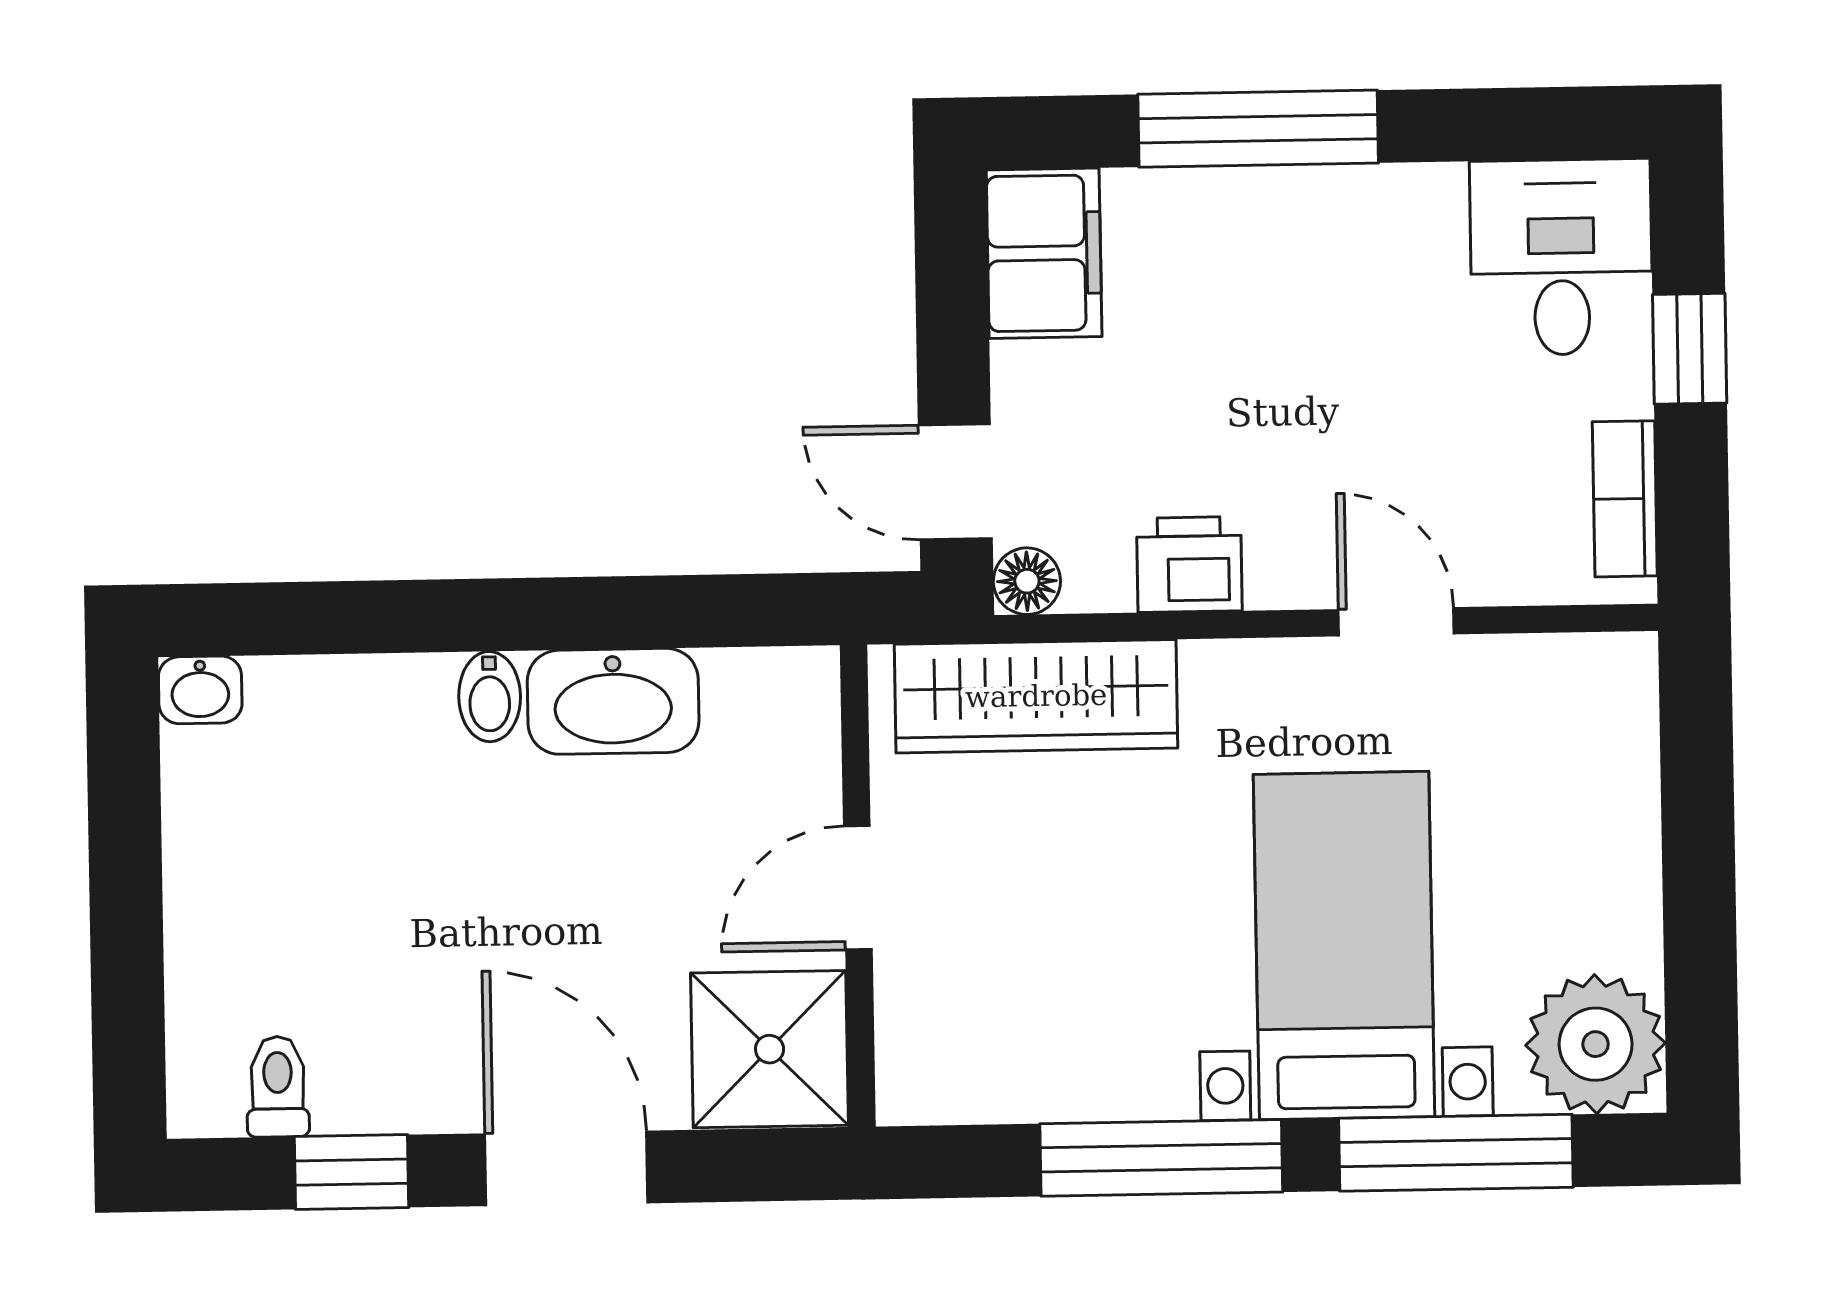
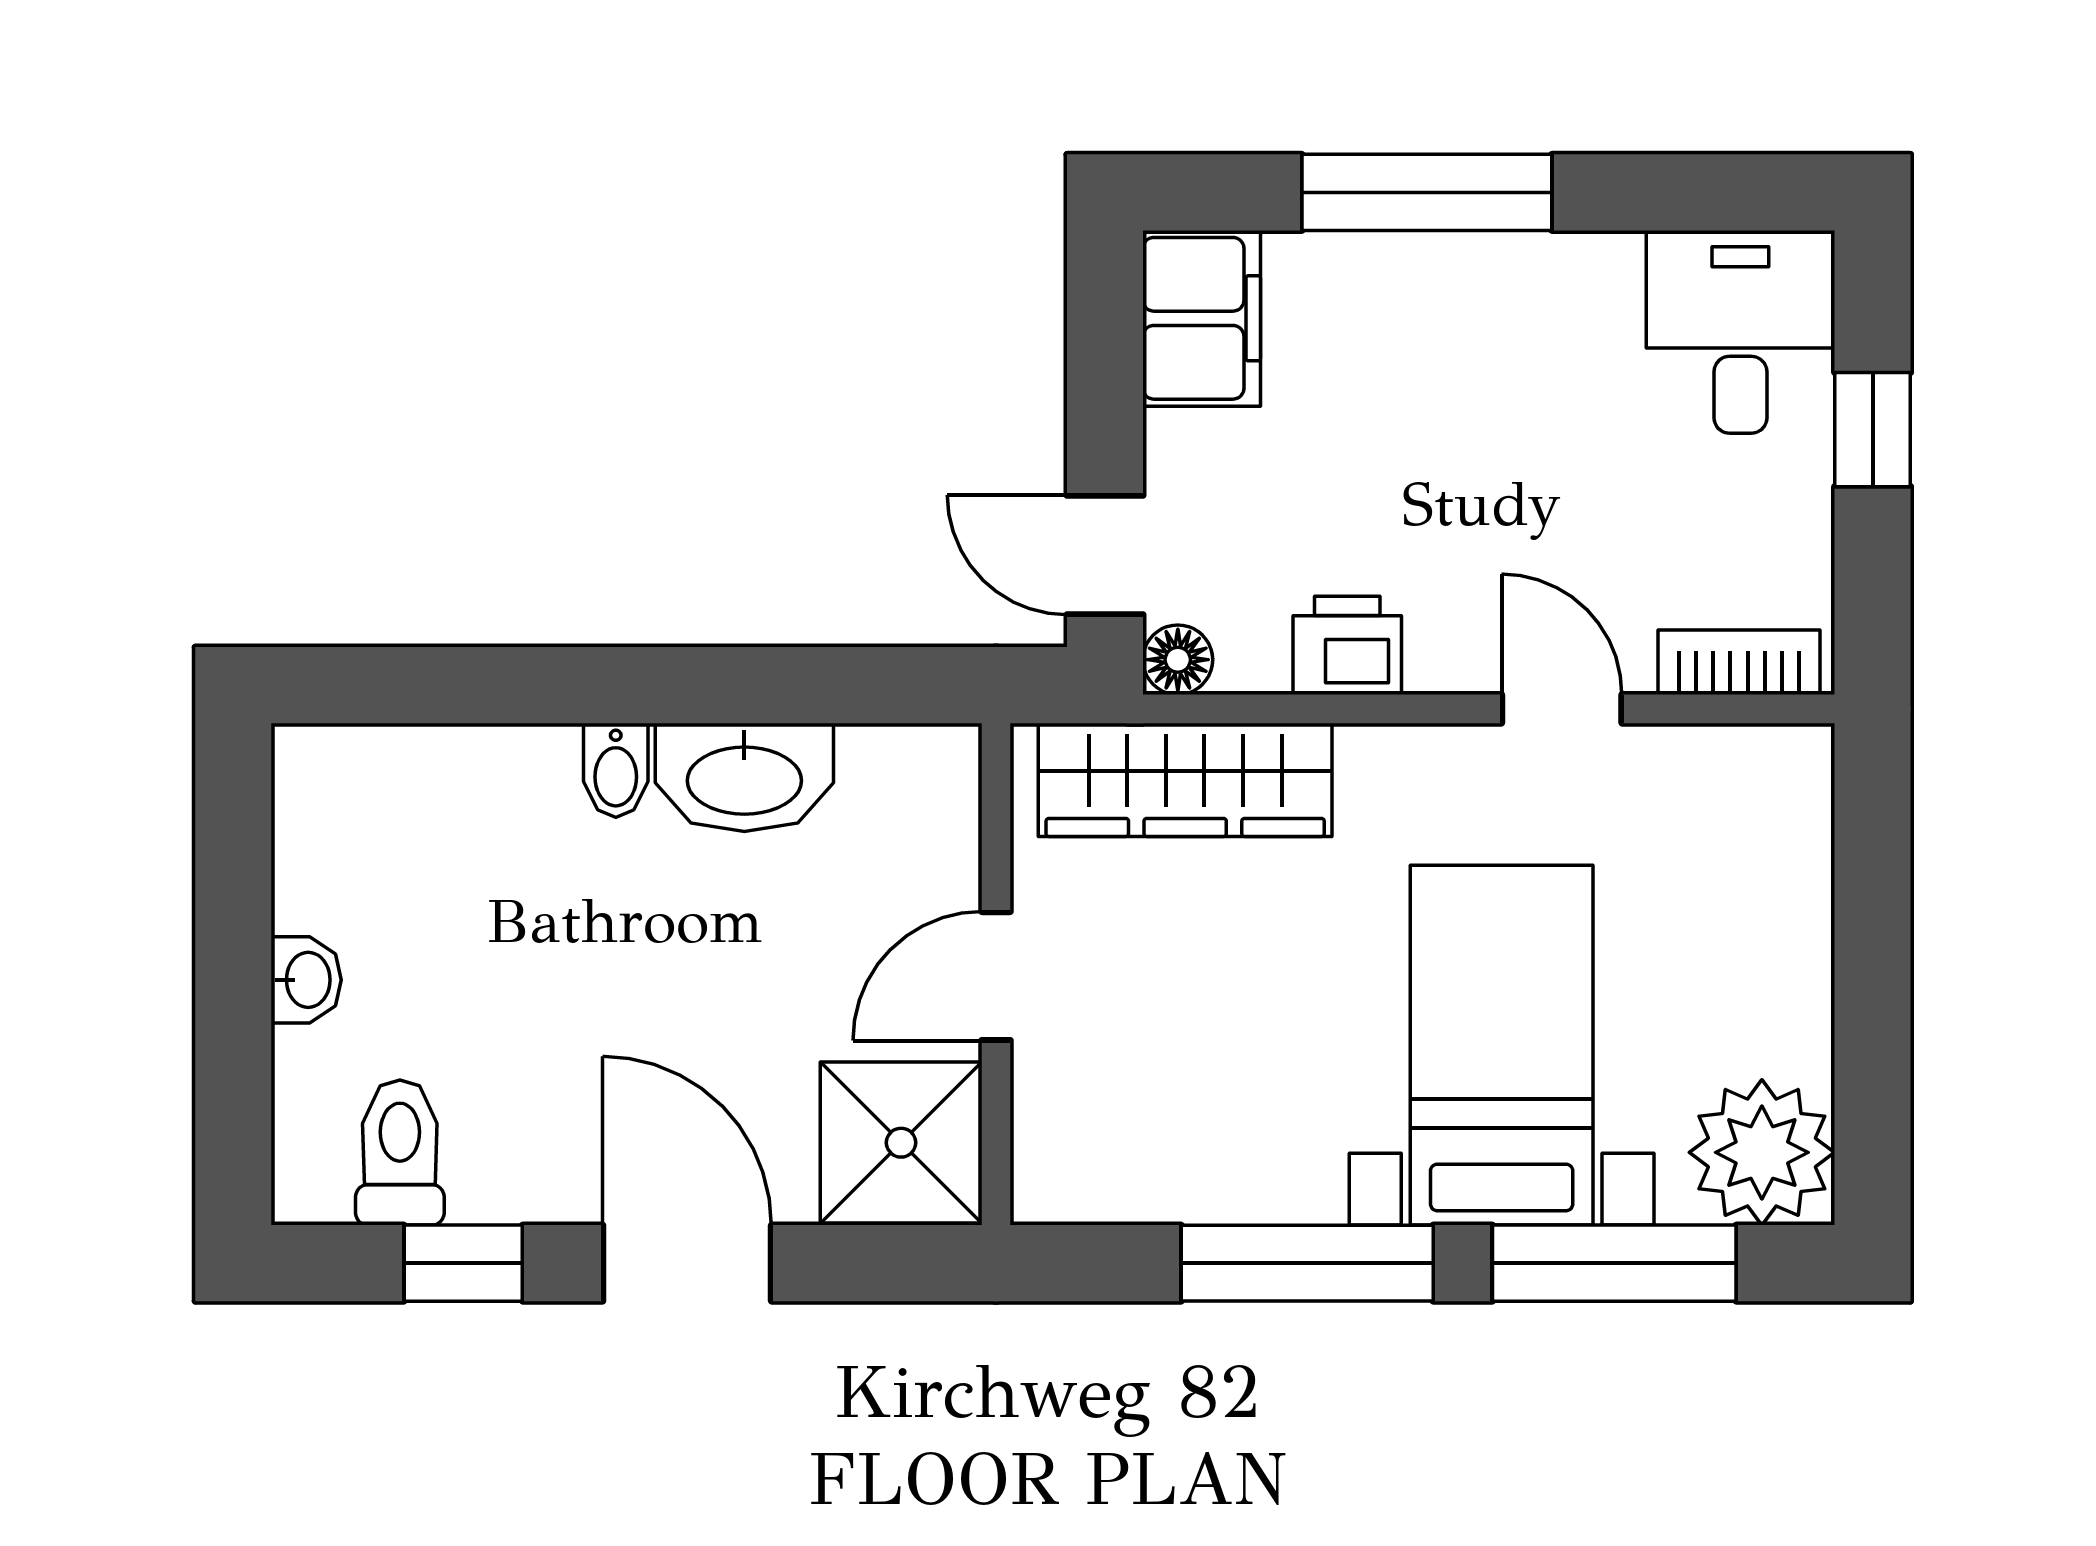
bookcase: (1625, 499) -> (1739, 662), moved, turned 90
washbasin: (200, 690) -> (306, 980), moved, turned -90
toilet: (278, 1087) -> (400, 1153), width x1.37, depth x1.39

